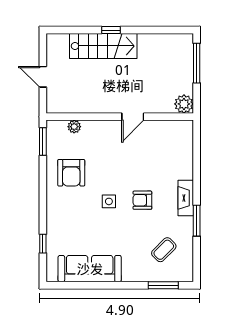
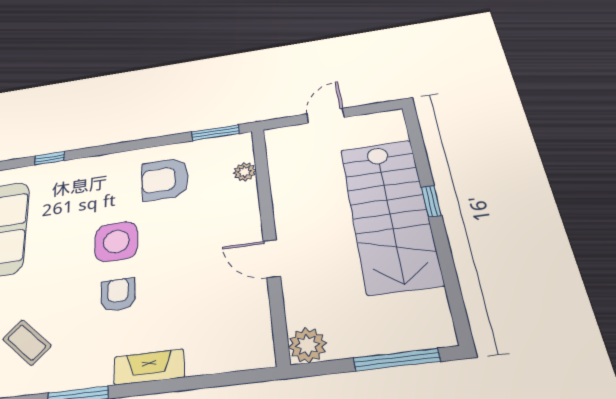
stairs: (103, 46) -> (390, 214), width x1.36, depth x1.51
fireplace: (186, 198) -> (149, 367), moved
side table: (109, 201) -> (116, 242), width x1.87, depth x1.87

